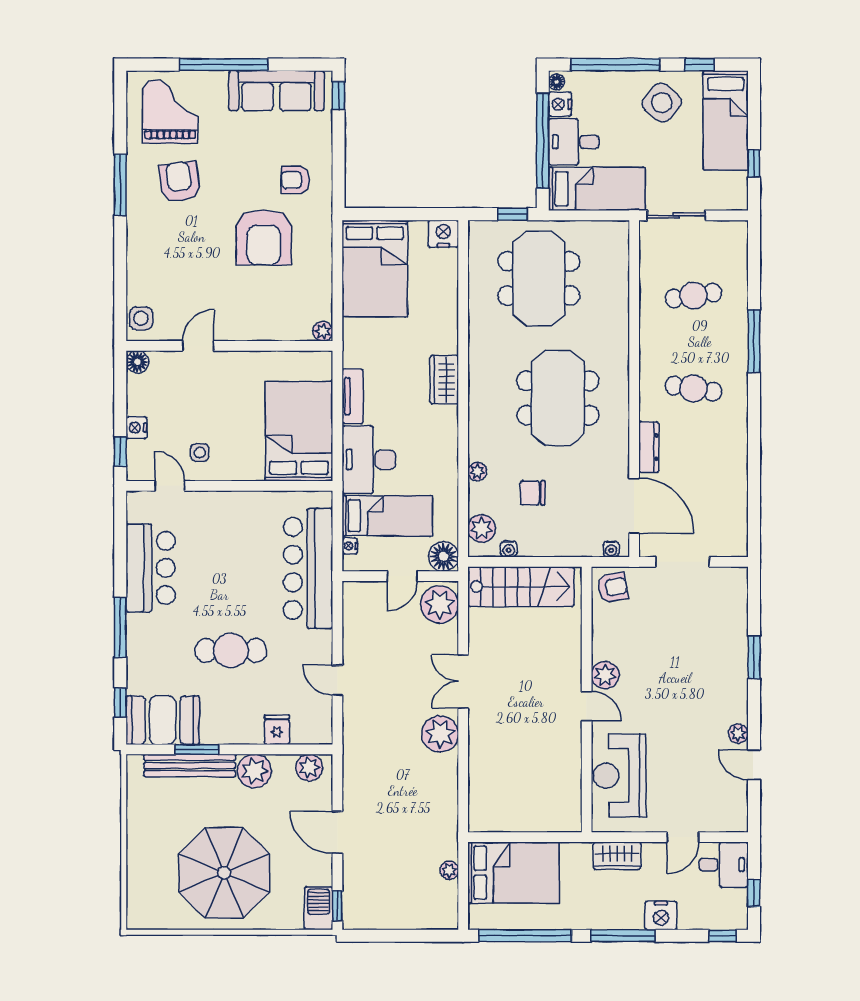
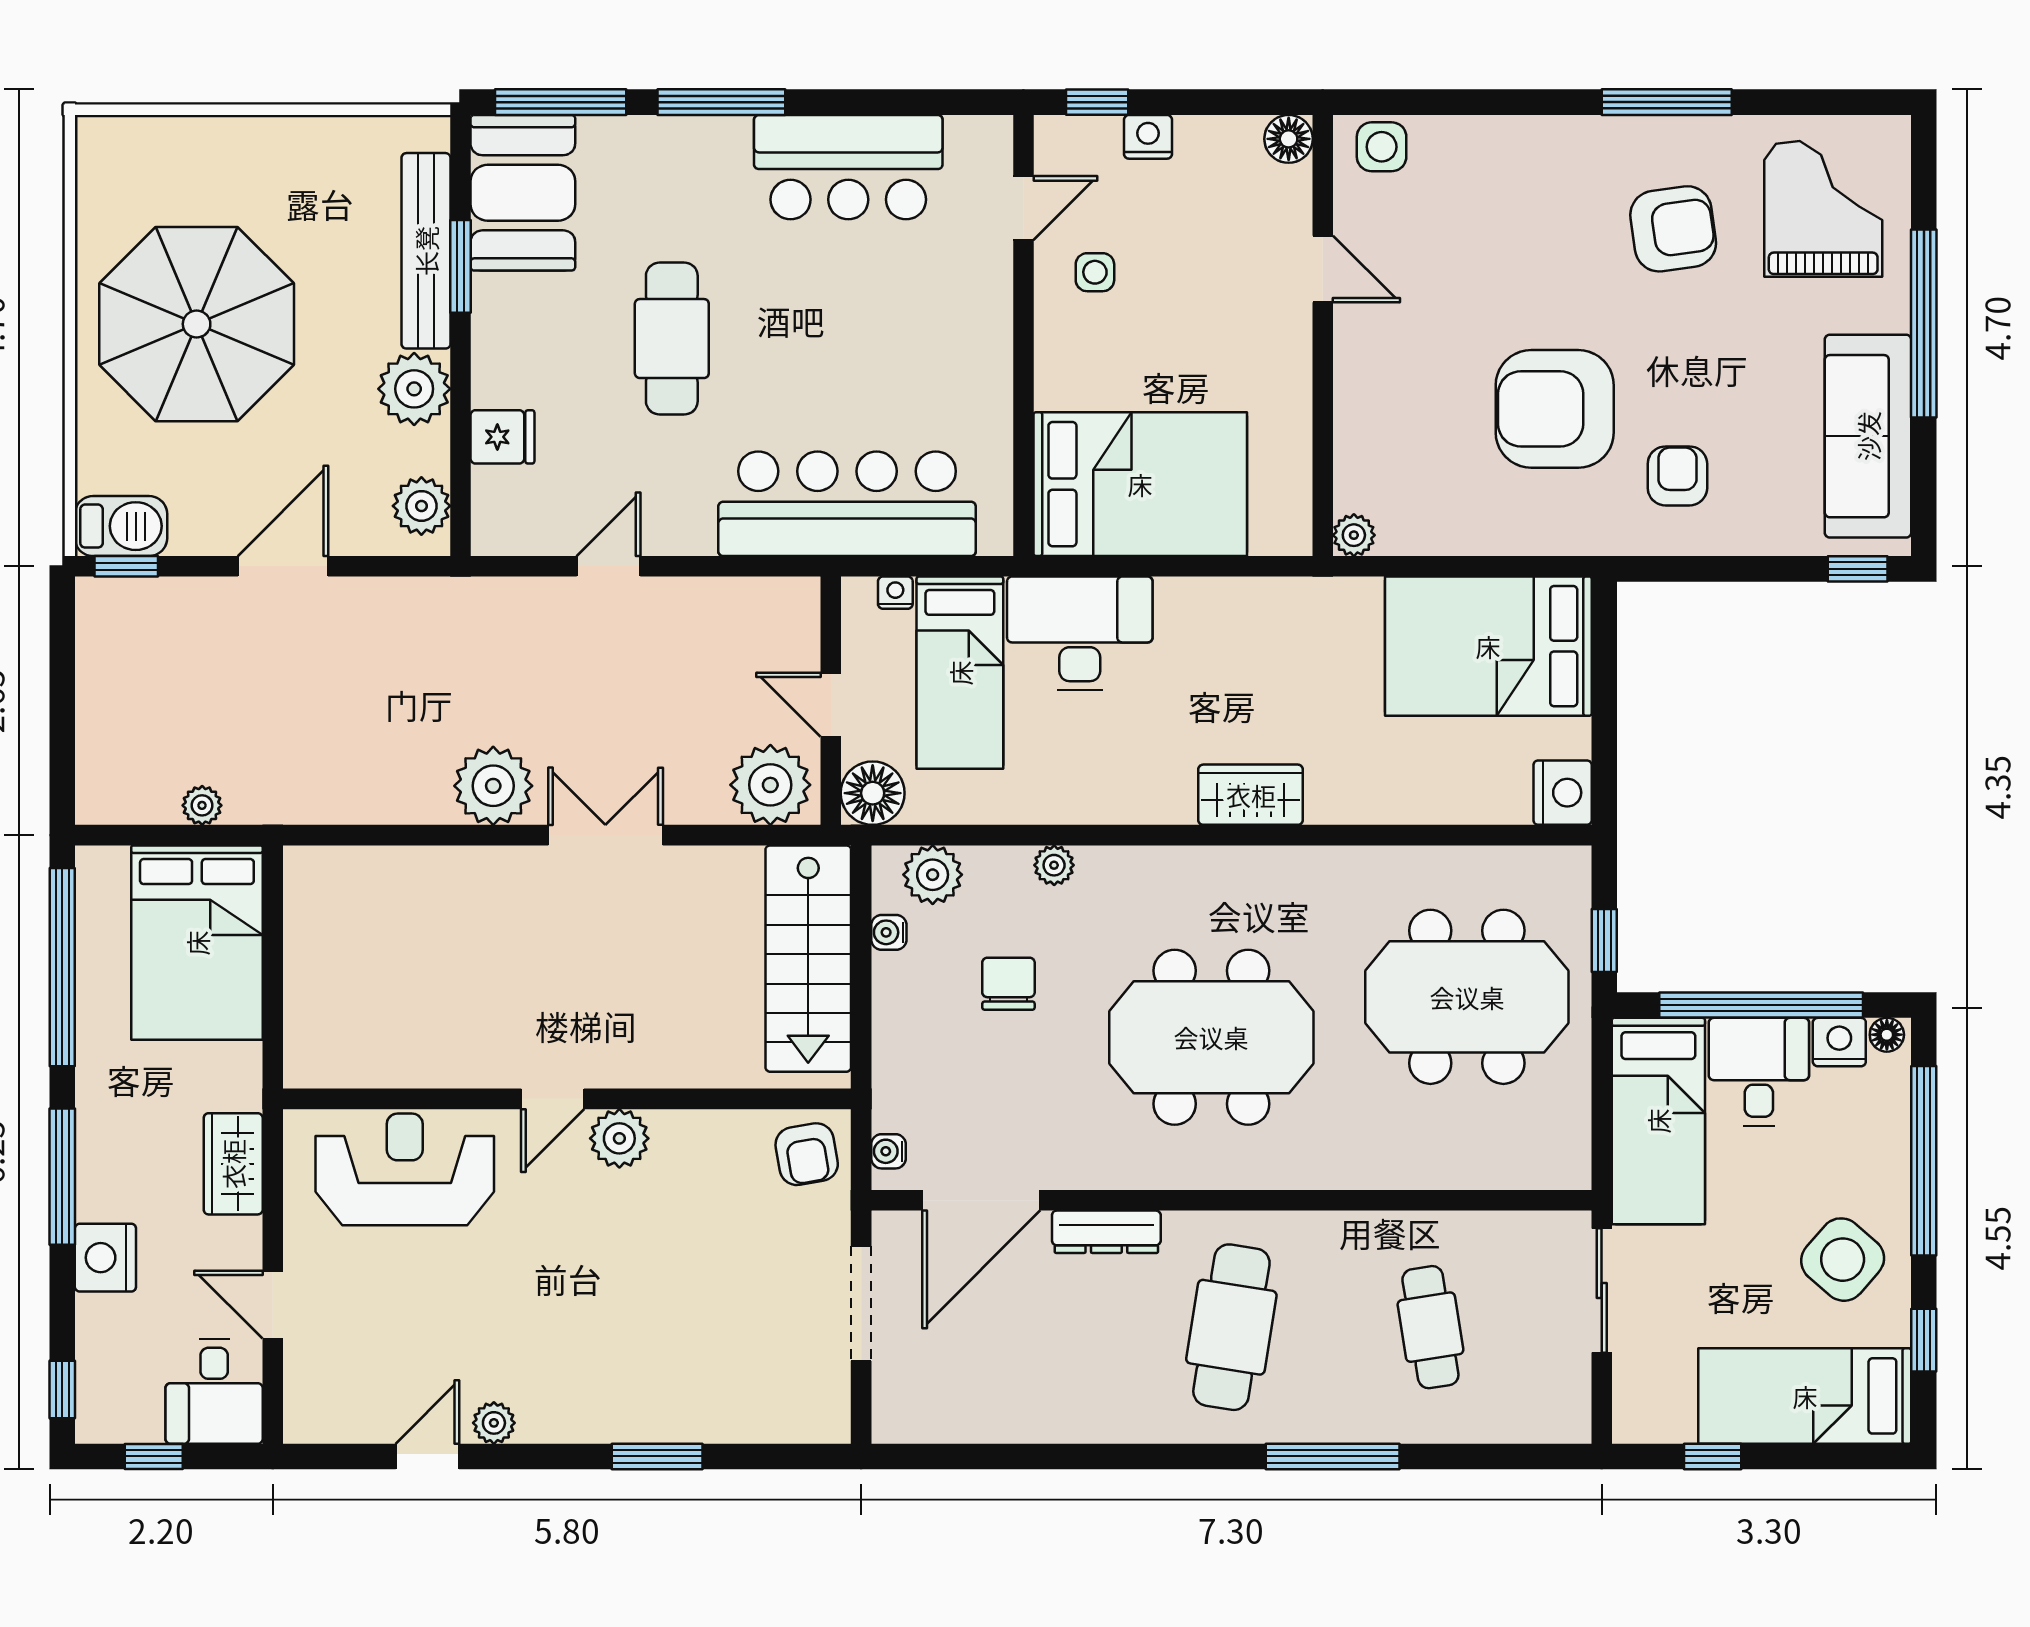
grand piano: (170, 112) -> (1823, 209), turned -90
cafe table: (693, 389) -> (1231, 1327), width x1.37, depth x1.35
tv unit: (353, 396) -> (1215, 599), removed
window: (120, 702) -> (561, 102), width x2.17

